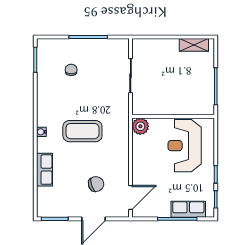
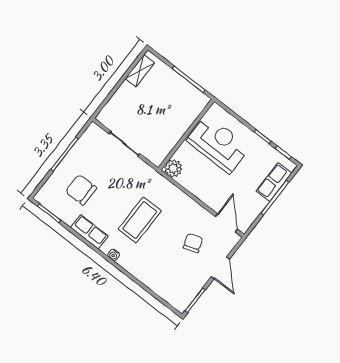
chair: (71, 70) -> (81, 190), width x1.87, depth x1.87
reception desk: (185, 146) -> (218, 144), turned 180
row of seats: (45, 170) -> (89, 232), moved

